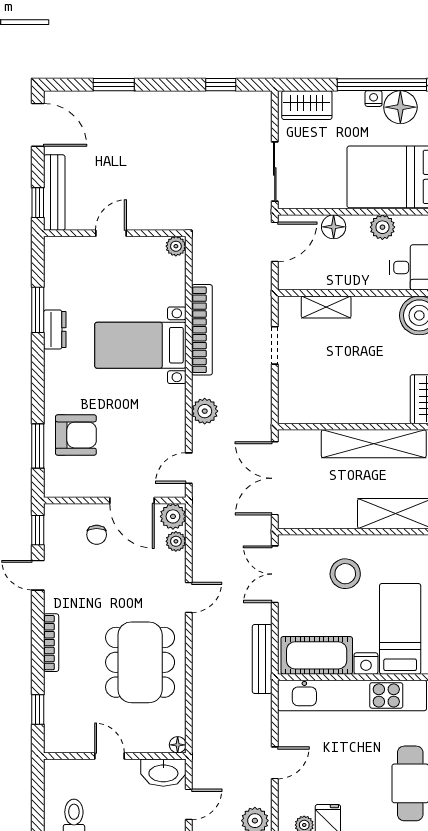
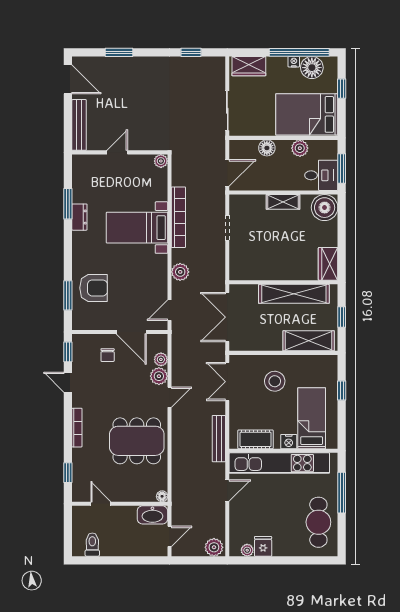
window: (38, 203) -> (68, 132), removed
door: (275, 242) -> (227, 173), moved
shelving: (326, 307) -> (283, 202), moved
plant: (173, 516) -> (159, 376), moved
cot: (317, 655) -> (256, 439), width x0.73, depth x0.75
dining table: (140, 662) -> (137, 441), turned 90
door: (109, 756) -> (101, 504), moved
door: (275, 763) -> (227, 490), moved

